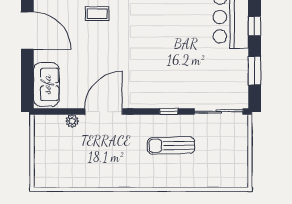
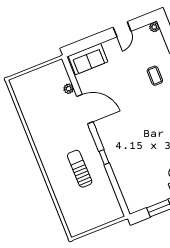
door: (27, 31) -> (122, 29), width x0.53
sliding door: (219, 111) -> (119, 194), removed

